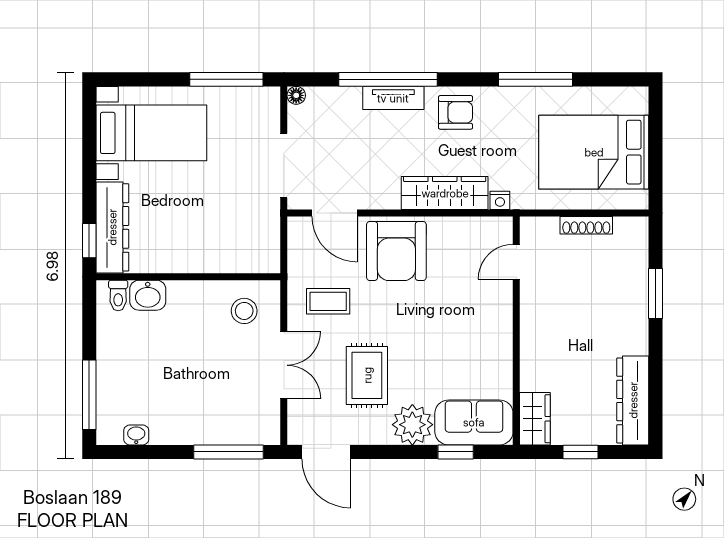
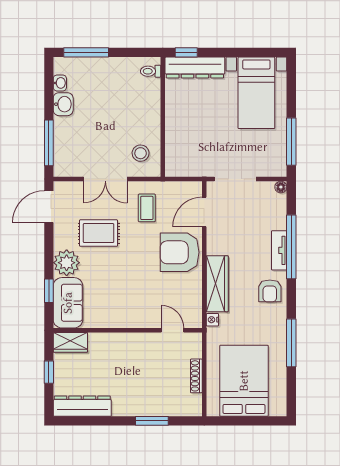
washbasin: (148, 295) -> (63, 104), moved, turned 180

